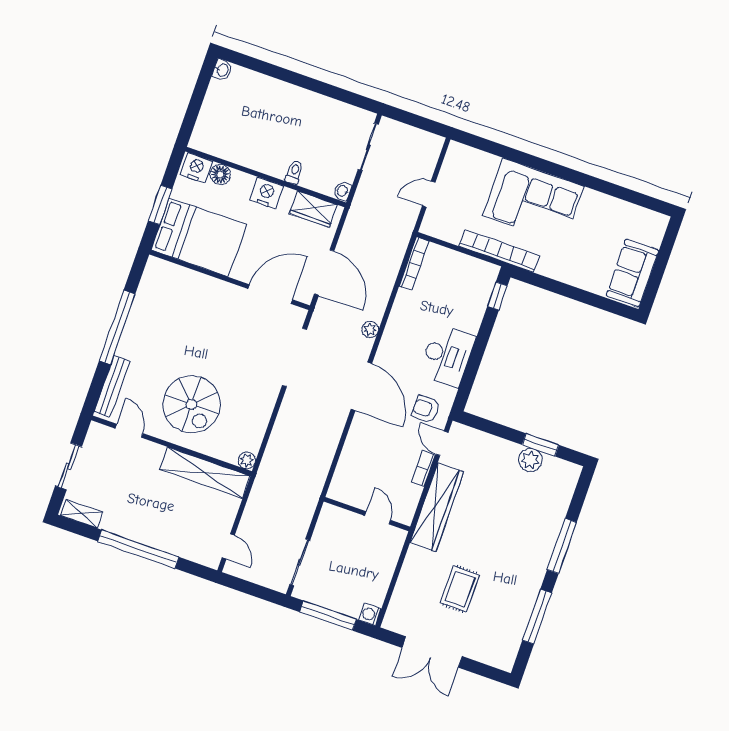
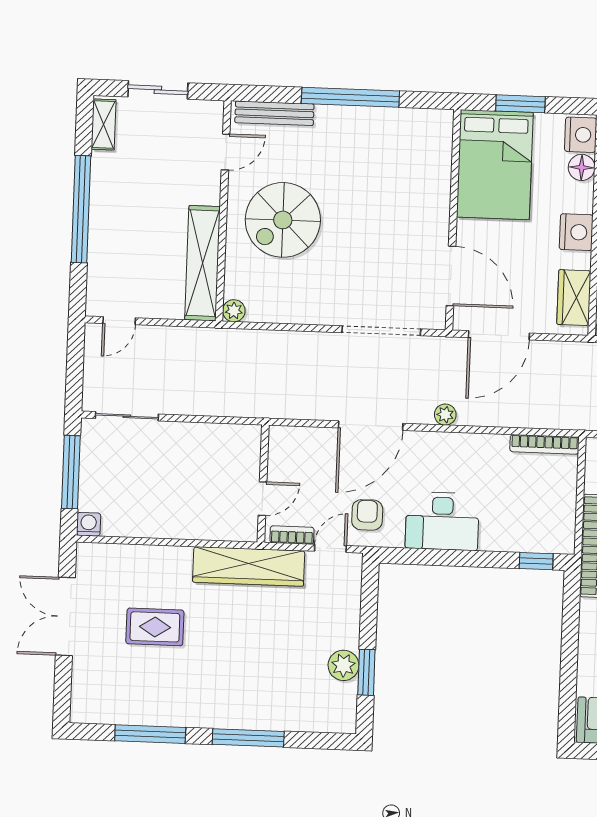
wall: (367, 514) -> (263, 484), moved
door: (378, 518) -> (263, 499), moved

